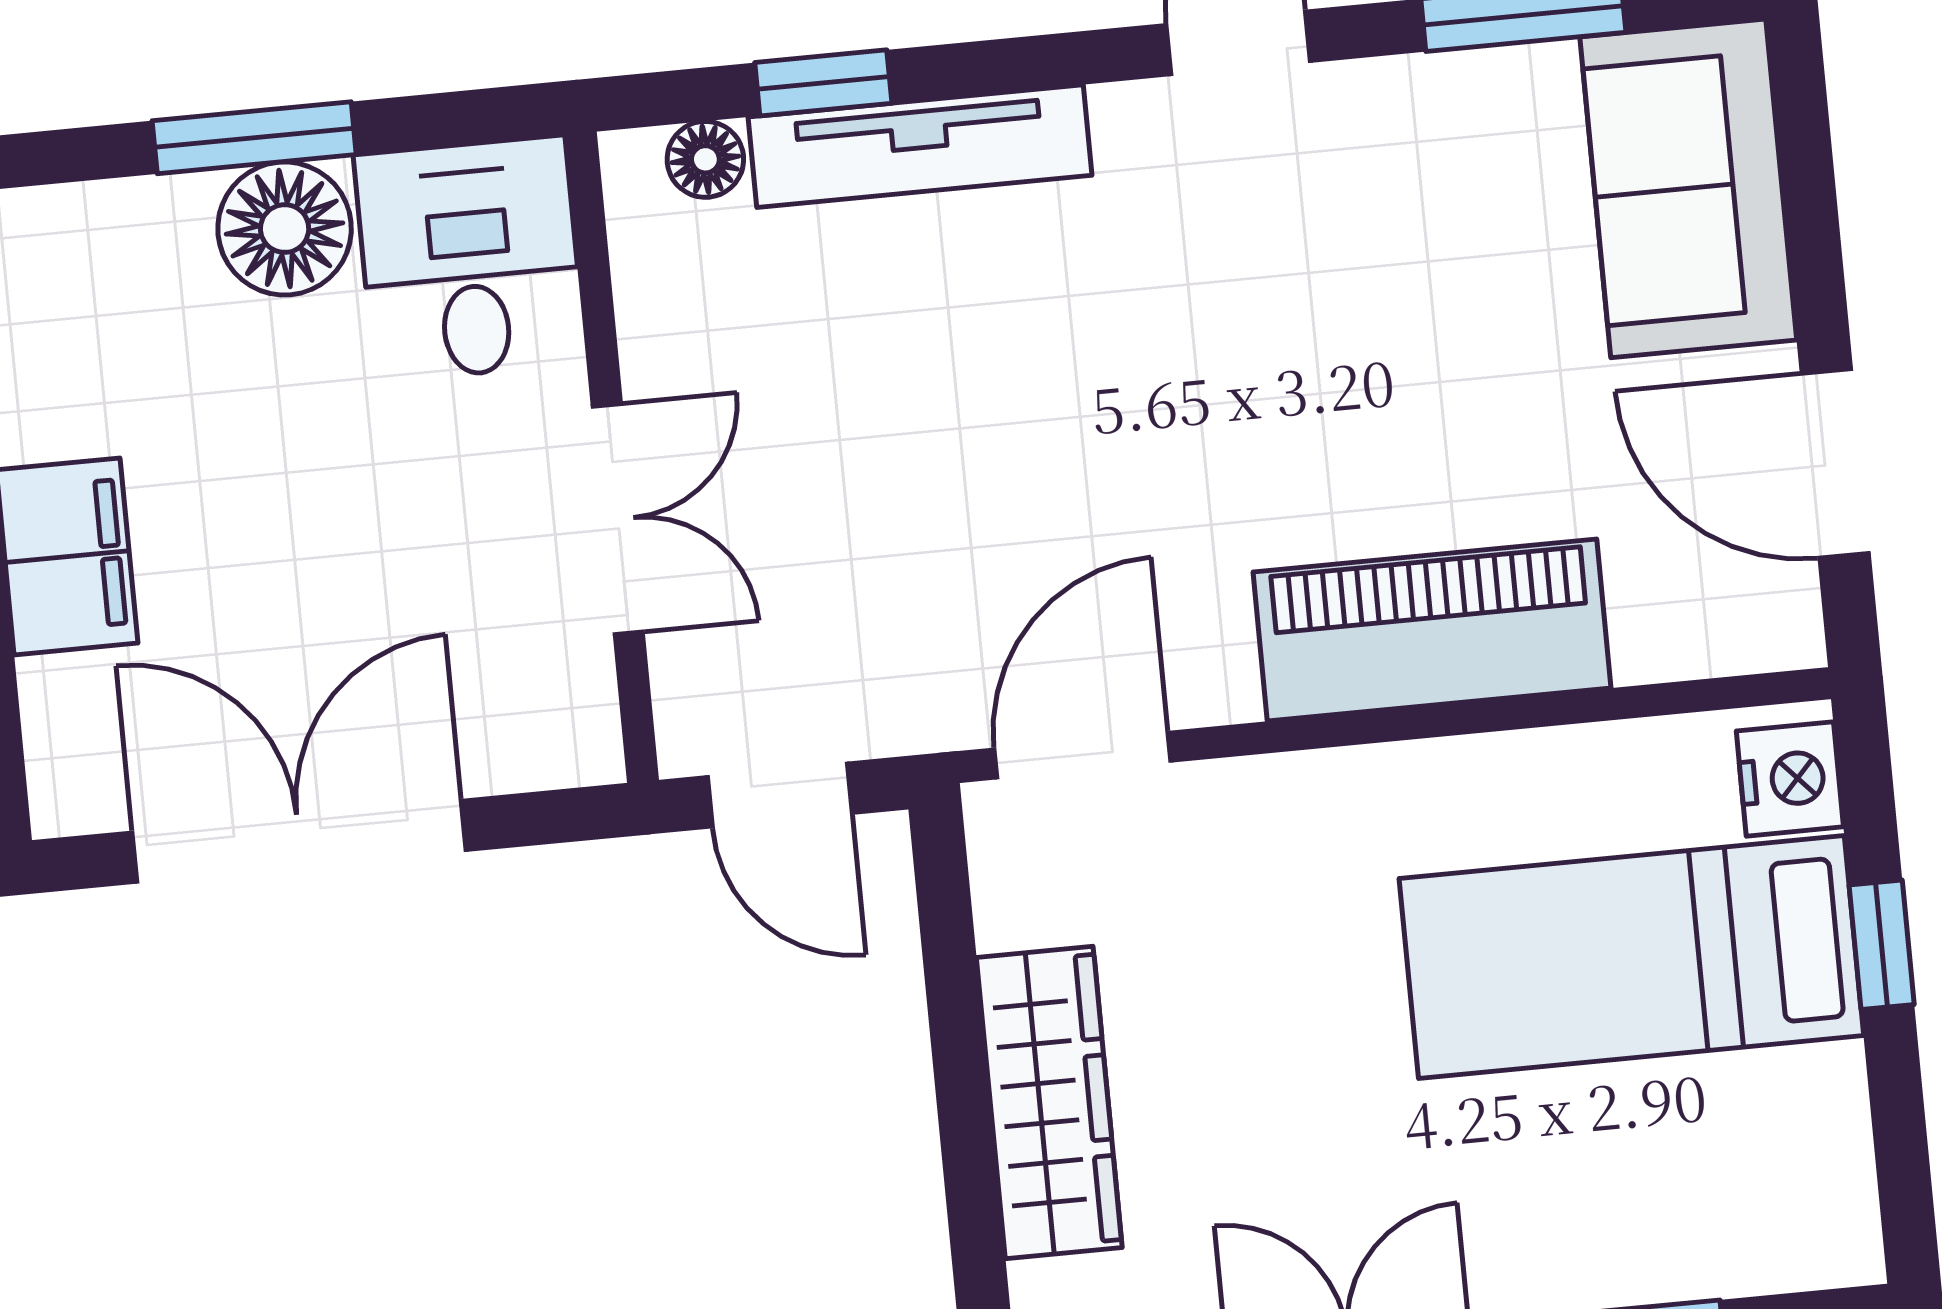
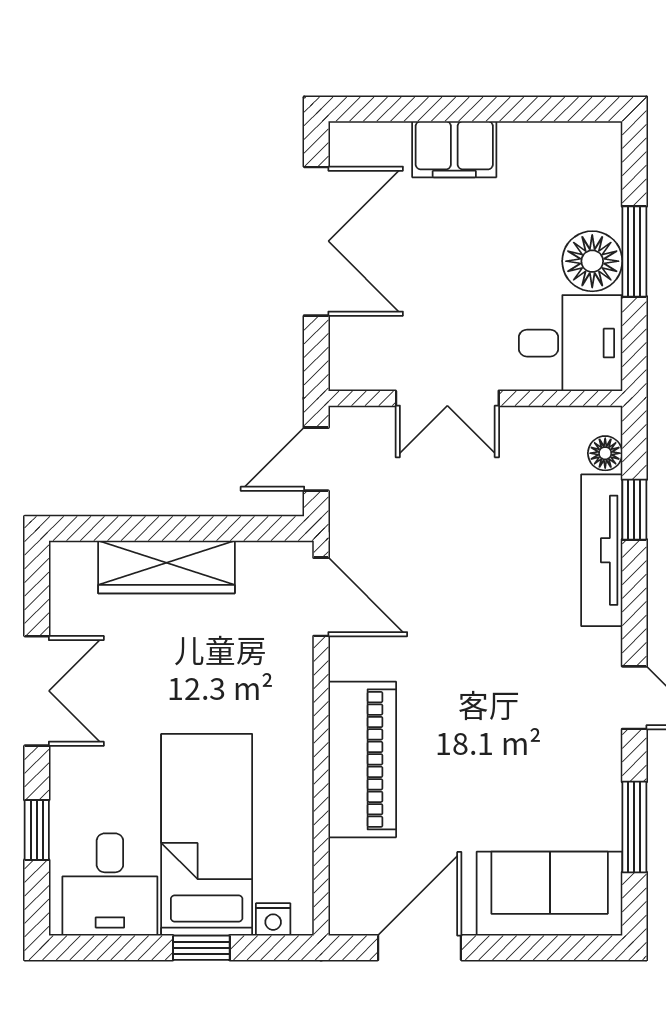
nightstand: (1790, 779) -> (273, 919), width x0.72, depth x0.74
desk: (1762, 1160) -> (110, 885), added

